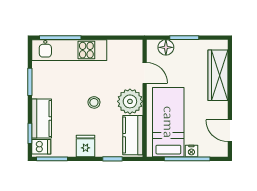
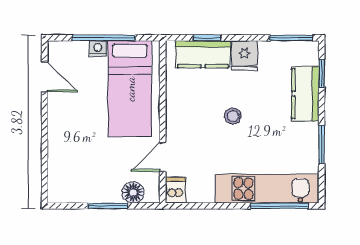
door: (145, 73) -> (163, 157), hinge flipped
wardrobe: (218, 75) -> (61, 154), removed
plant: (130, 101) -> (183, 117), removed
kitchen counter: (133, 135) -> (203, 54), moved, turned 90
dishwasher: (41, 147) -> (175, 190), moved, turned 90

